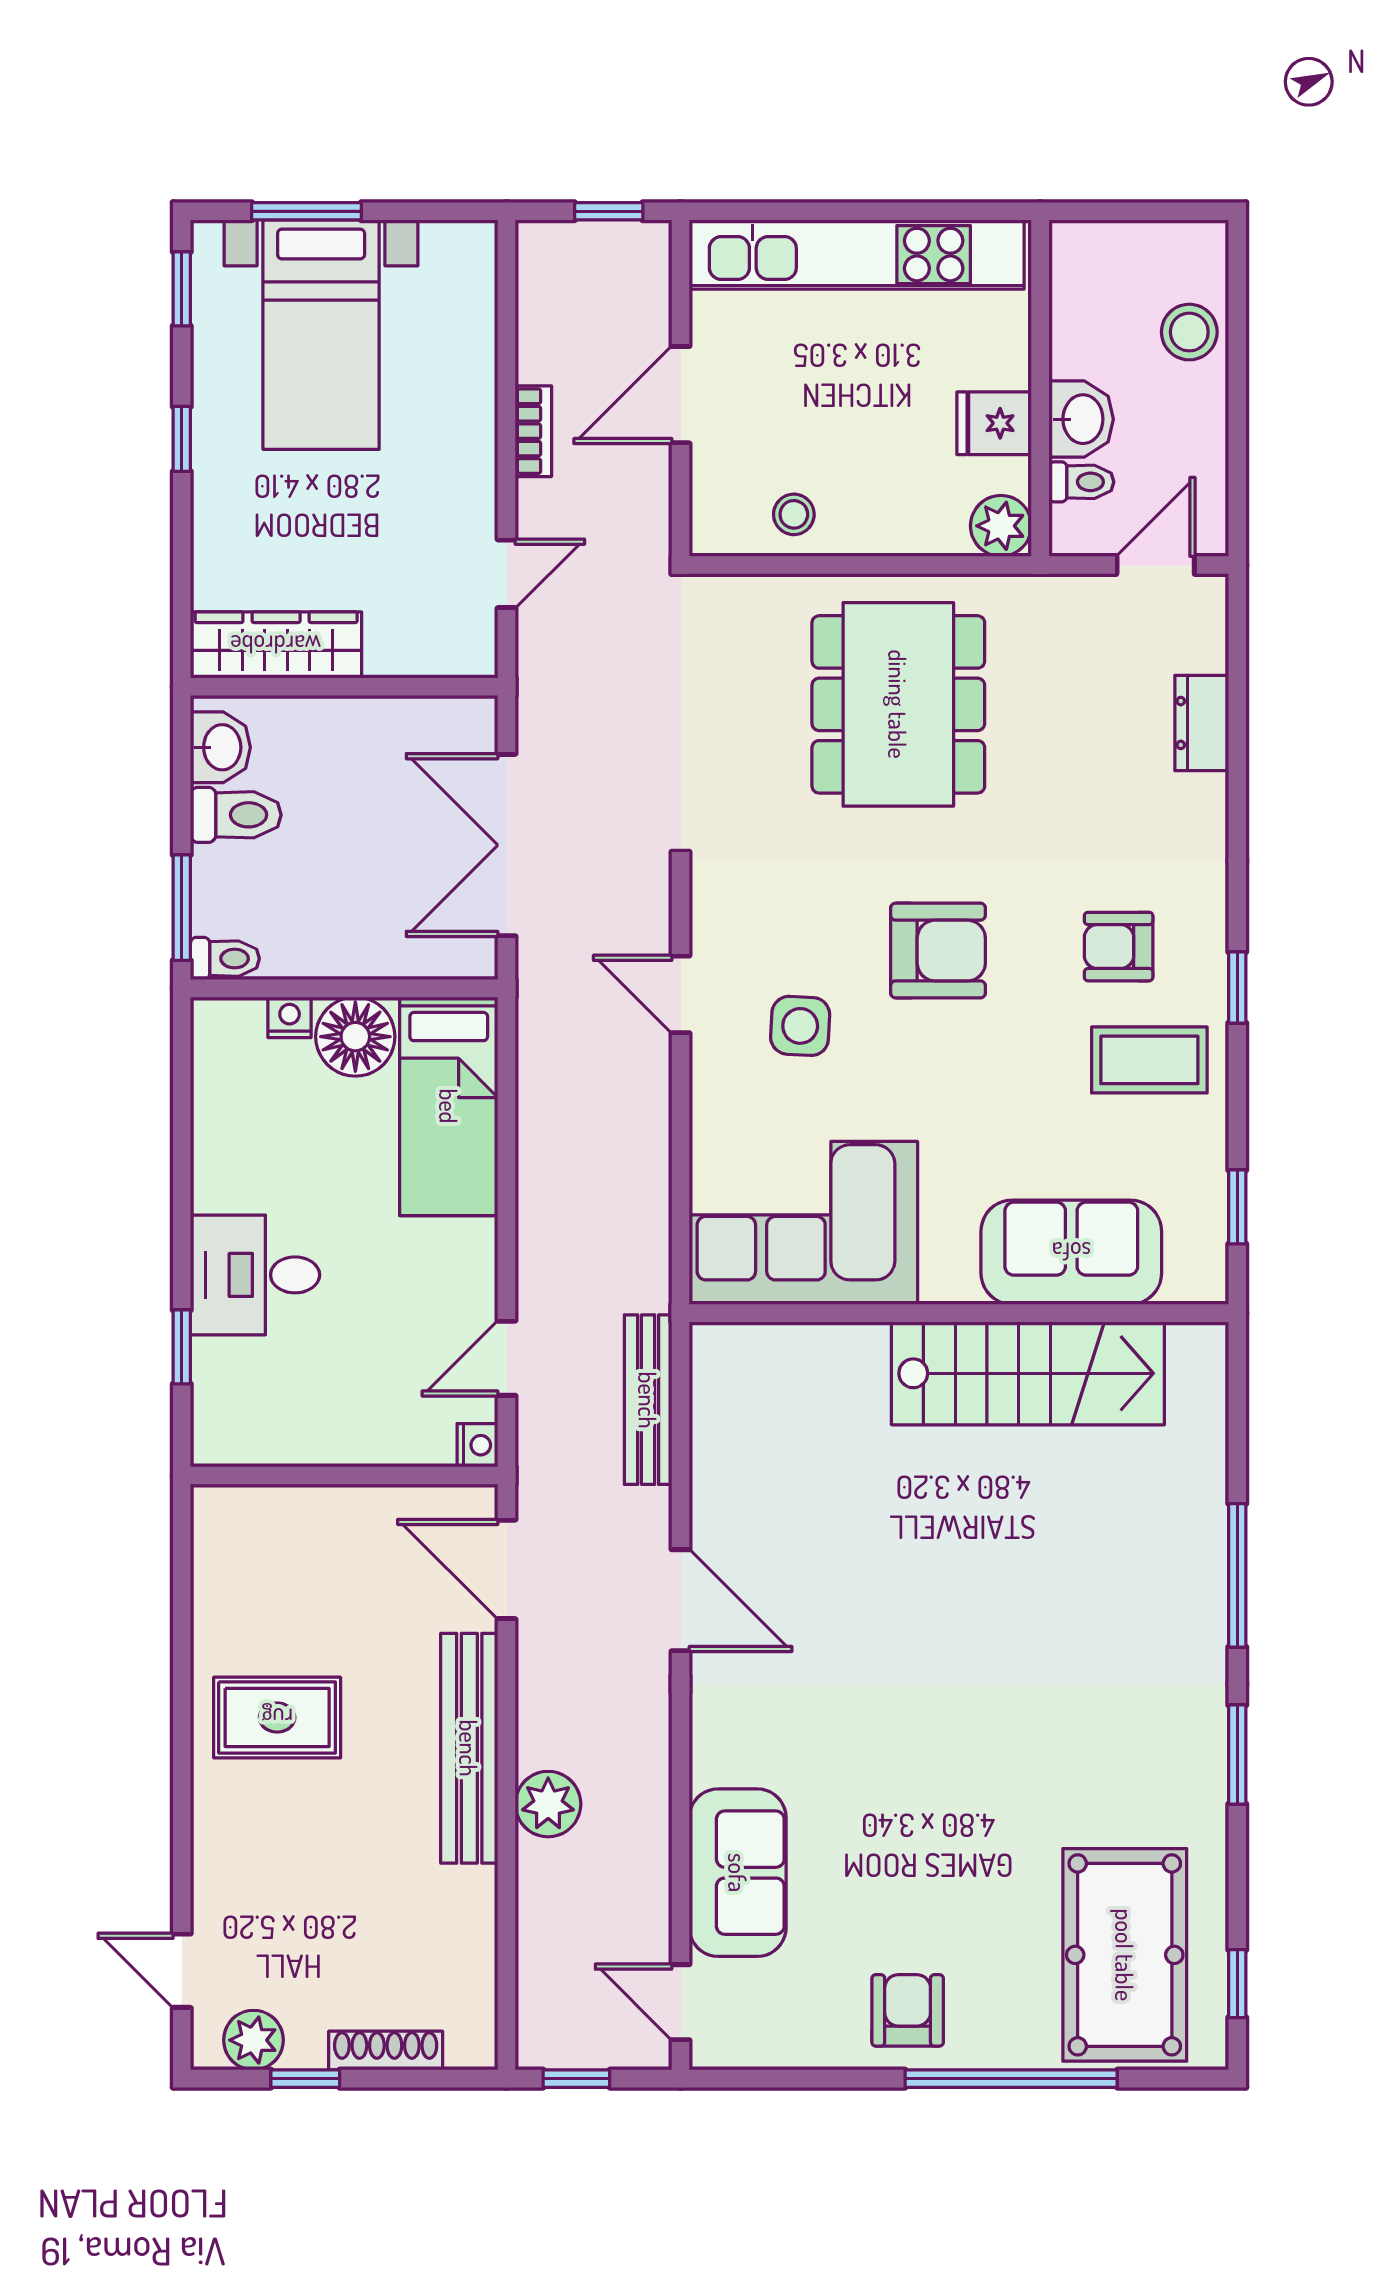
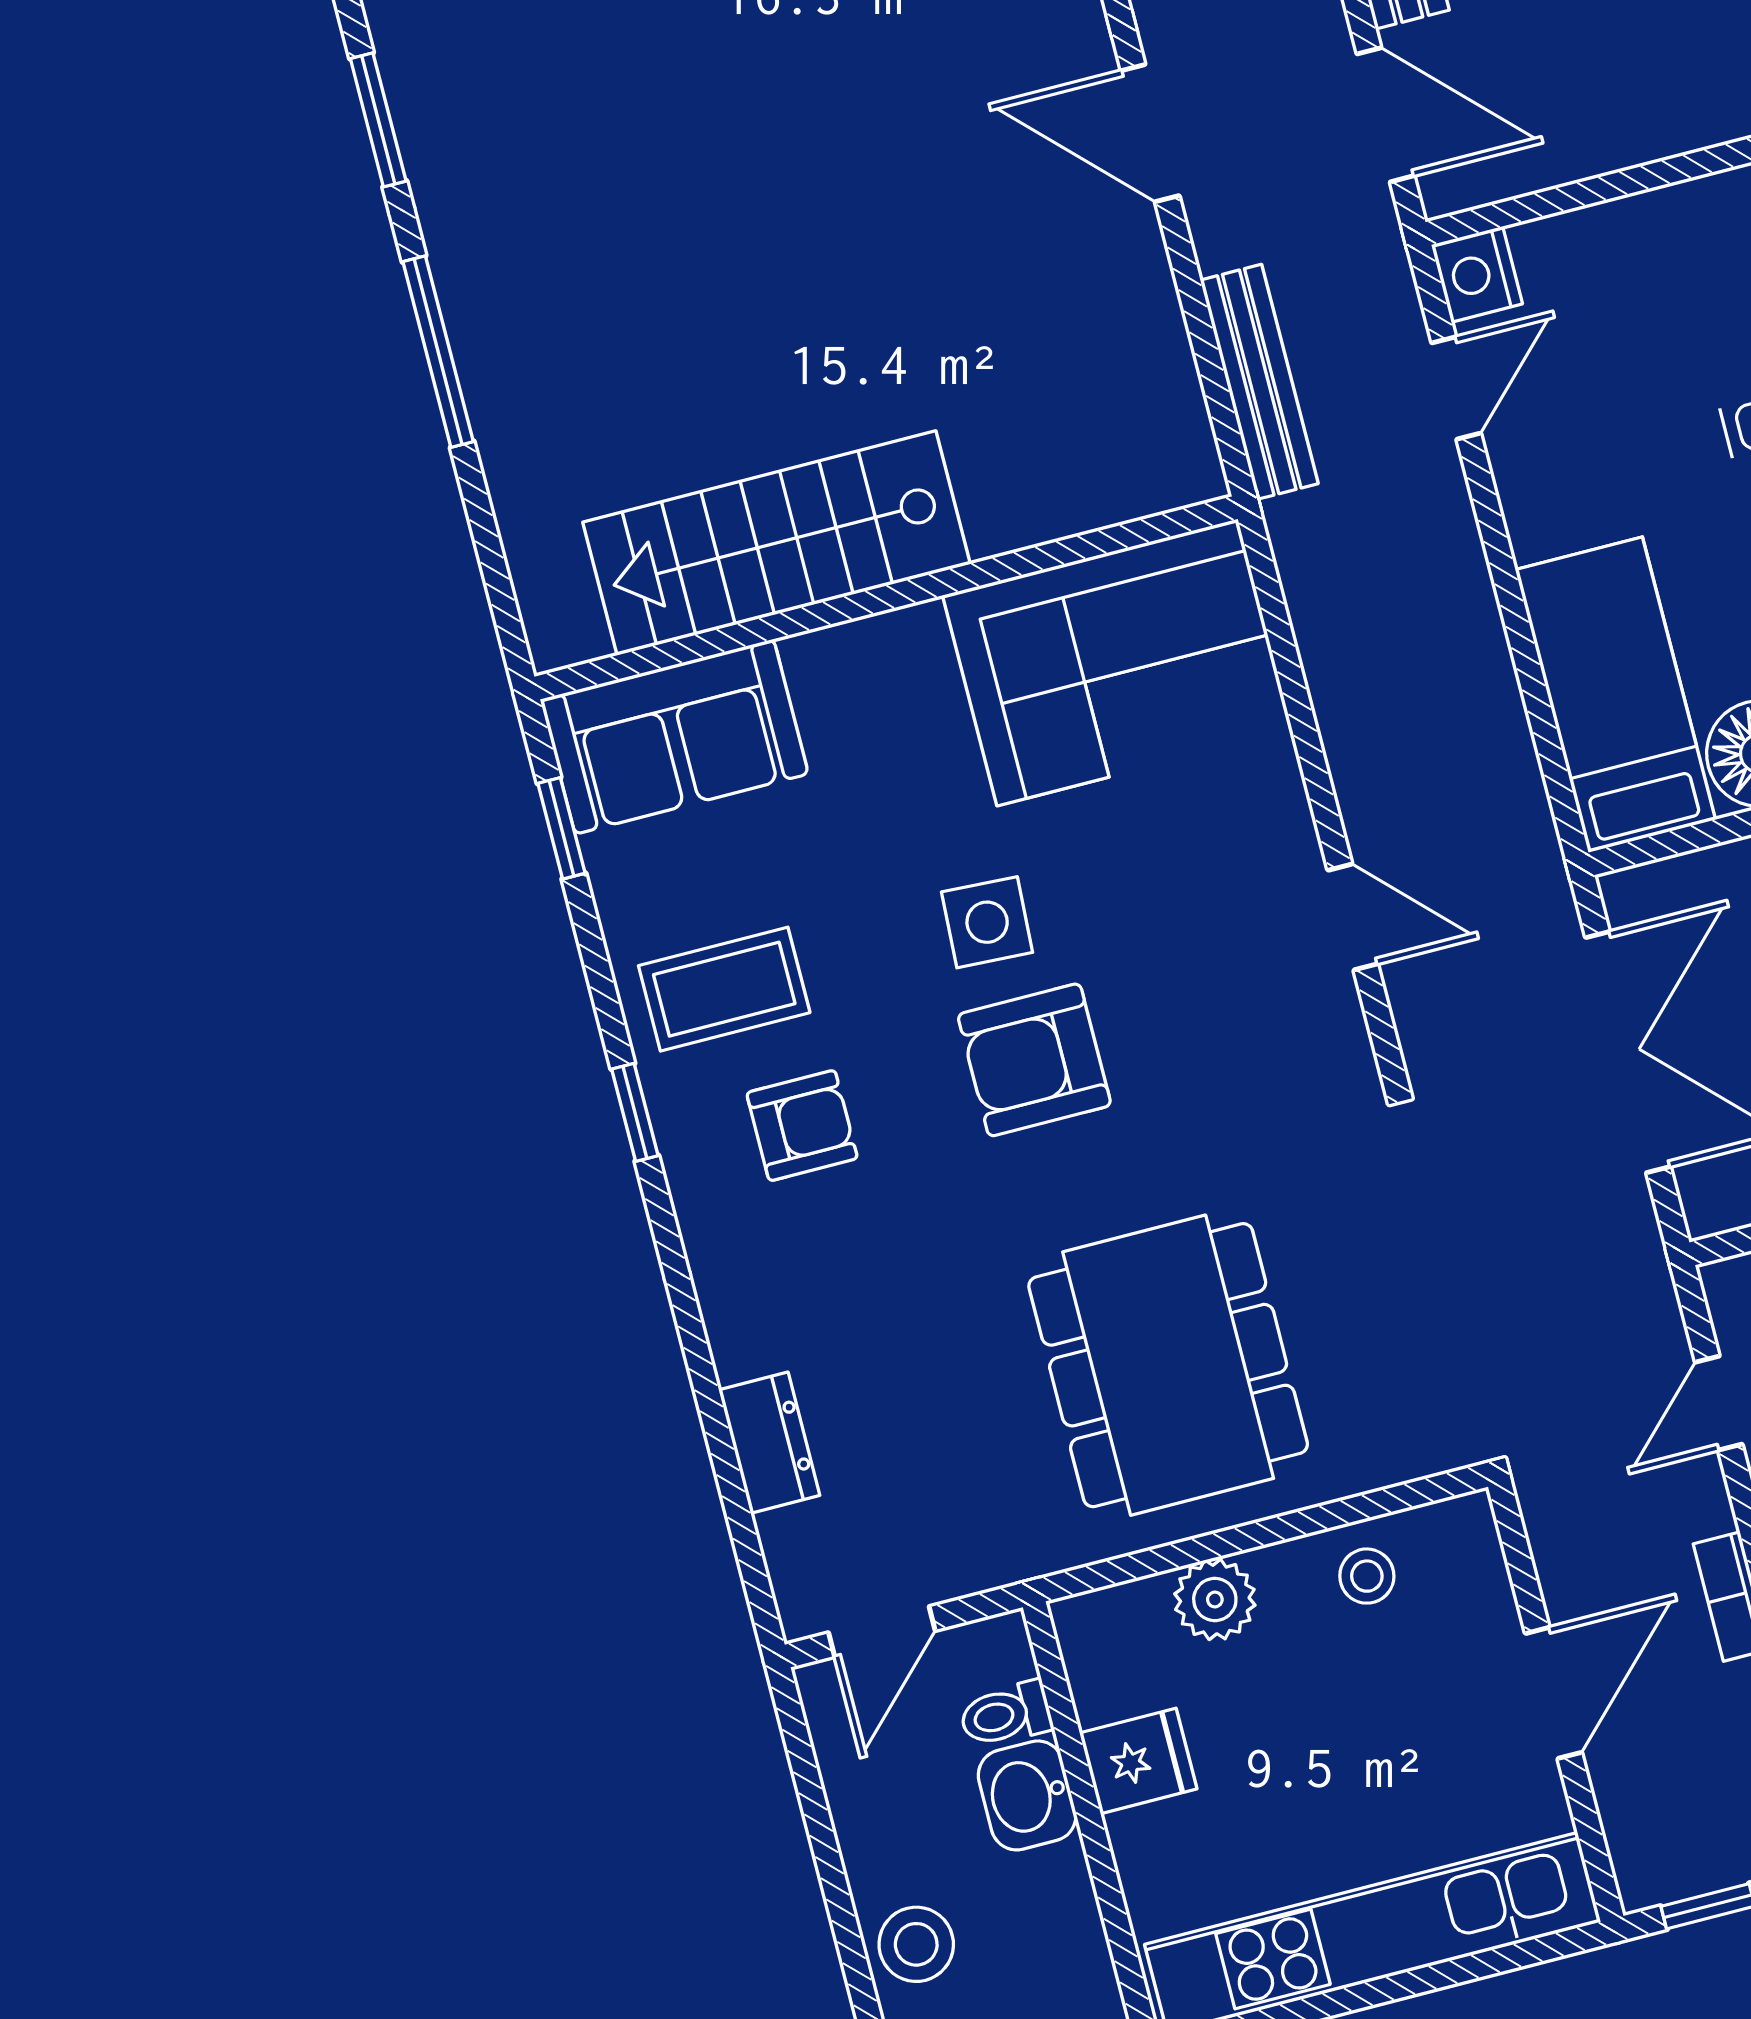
plant: (1001, 526) -> (1215, 1600), moved
side table: (800, 1026) -> (987, 922), moved
sofa: (1071, 1252) -> (674, 737), moved
nightstand: (477, 1445) -> (1477, 274), width x1.39, depth x1.35

